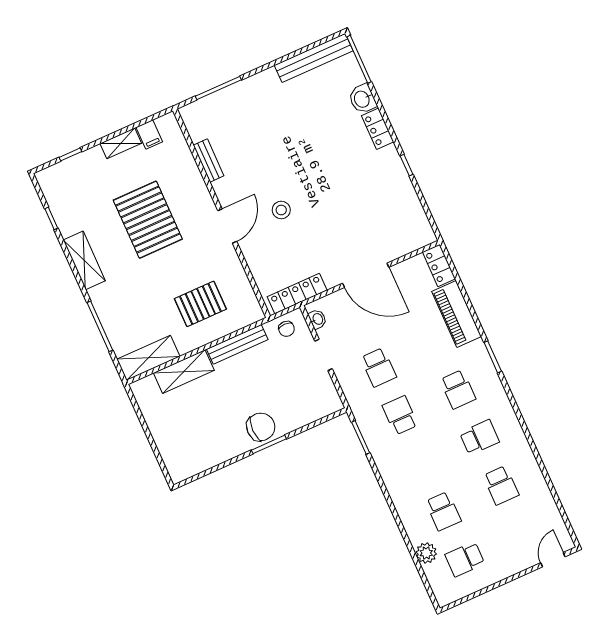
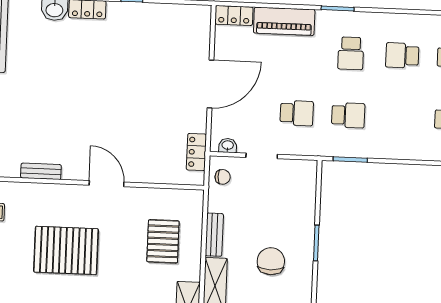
stool: (281, 210) -> (116, 129), removed
locker: (297, 294) -> (196, 152), width x0.66
bench: (237, 344) -> (214, 235), width x0.73
school desk: (458, 389) -> (351, 53), turned 90
school desk: (400, 415) -> (348, 115), turned 180
chair: (261, 427) -> (271, 261), moved
school desk: (479, 437) -> (402, 55), turned -90

